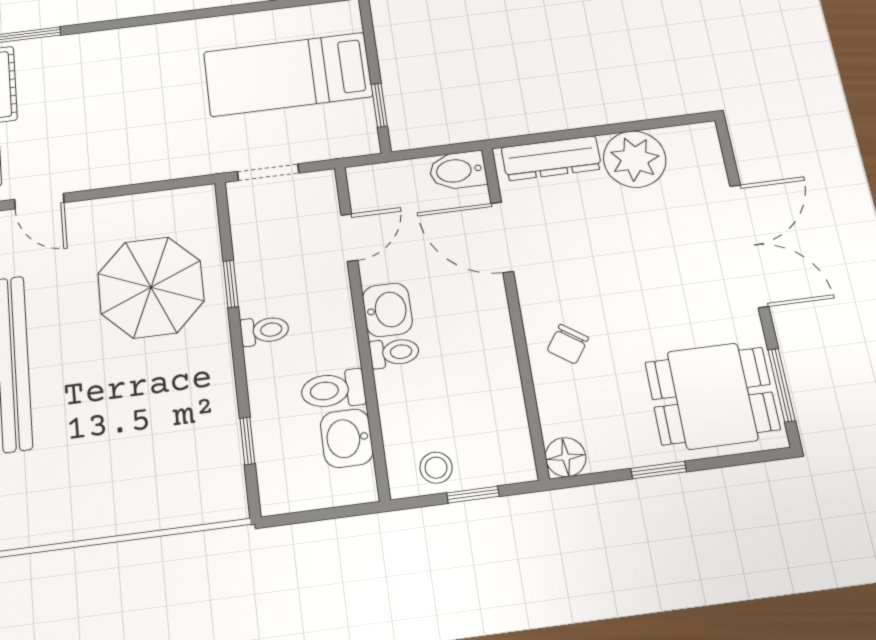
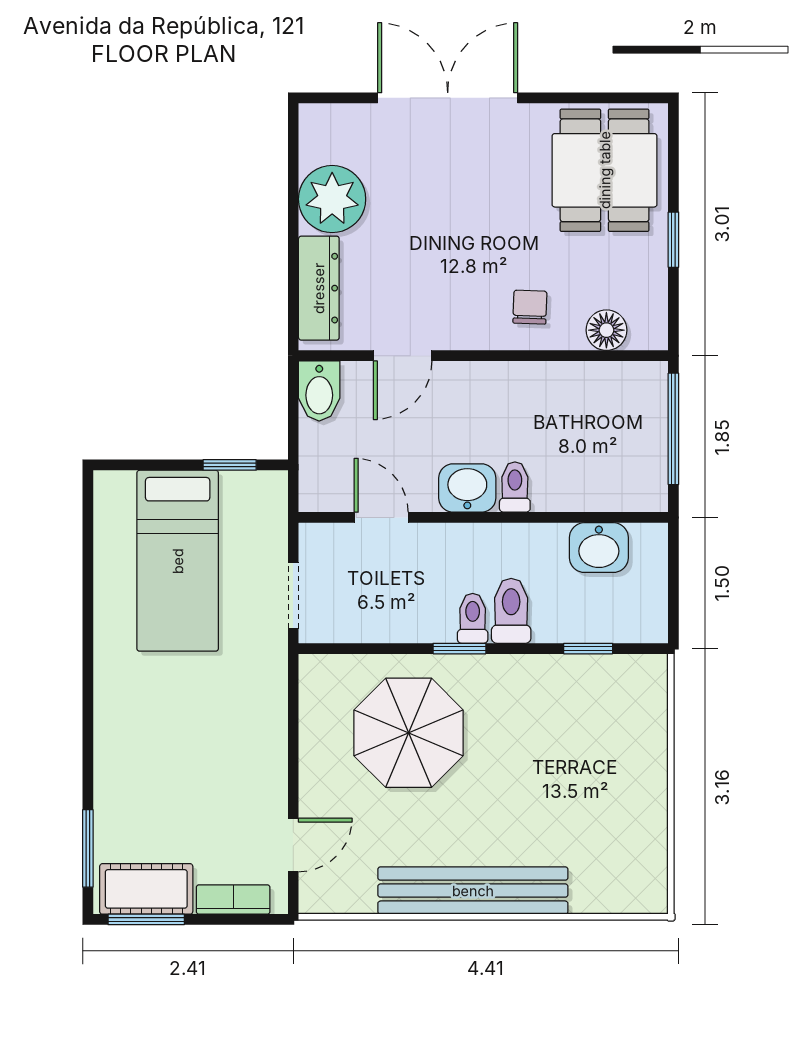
door: (502, 237) -> (403, 356), width x0.73
window: (231, 284) -> (459, 649), moved
chair: (568, 344) -> (530, 307), turned -123
window: (781, 385) -> (603, 98), removed
toilet: (333, 390) -> (511, 611), moved, turned 180
floor lamp: (566, 457) -> (606, 330), moved
stool: (436, 468) -> (641, 462), removed
window: (473, 495) -> (673, 429), width x2.17

